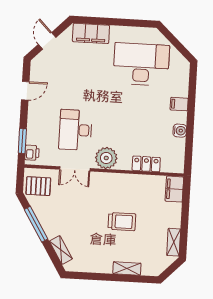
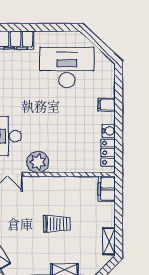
locker: (146, 164) -> (108, 153), moved, turned -90

